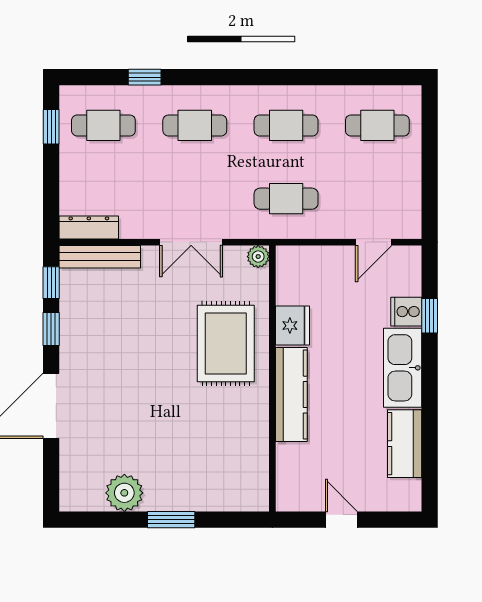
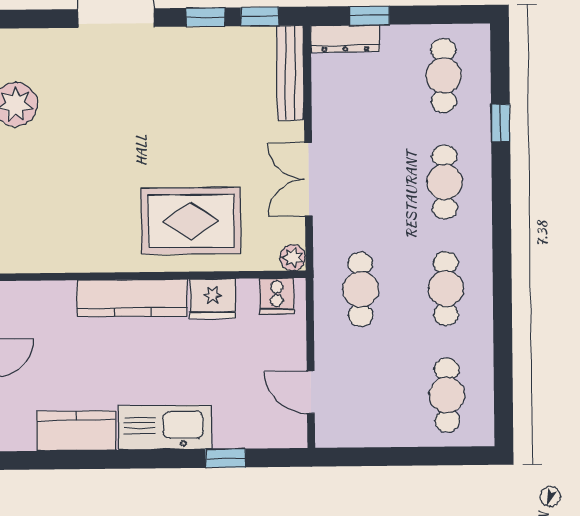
window: (51, 127) -> (369, 15), moved
dresser: (89, 227) -> (345, 38), moved, turned 90
cooker: (406, 312) -> (277, 296), moved, turned 180

